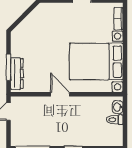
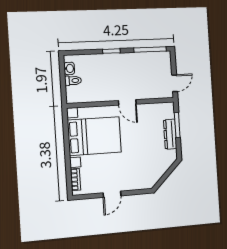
dresser: (17, 73) -> (170, 134), moved
washbasin: (118, 107) -> (69, 68), moved

